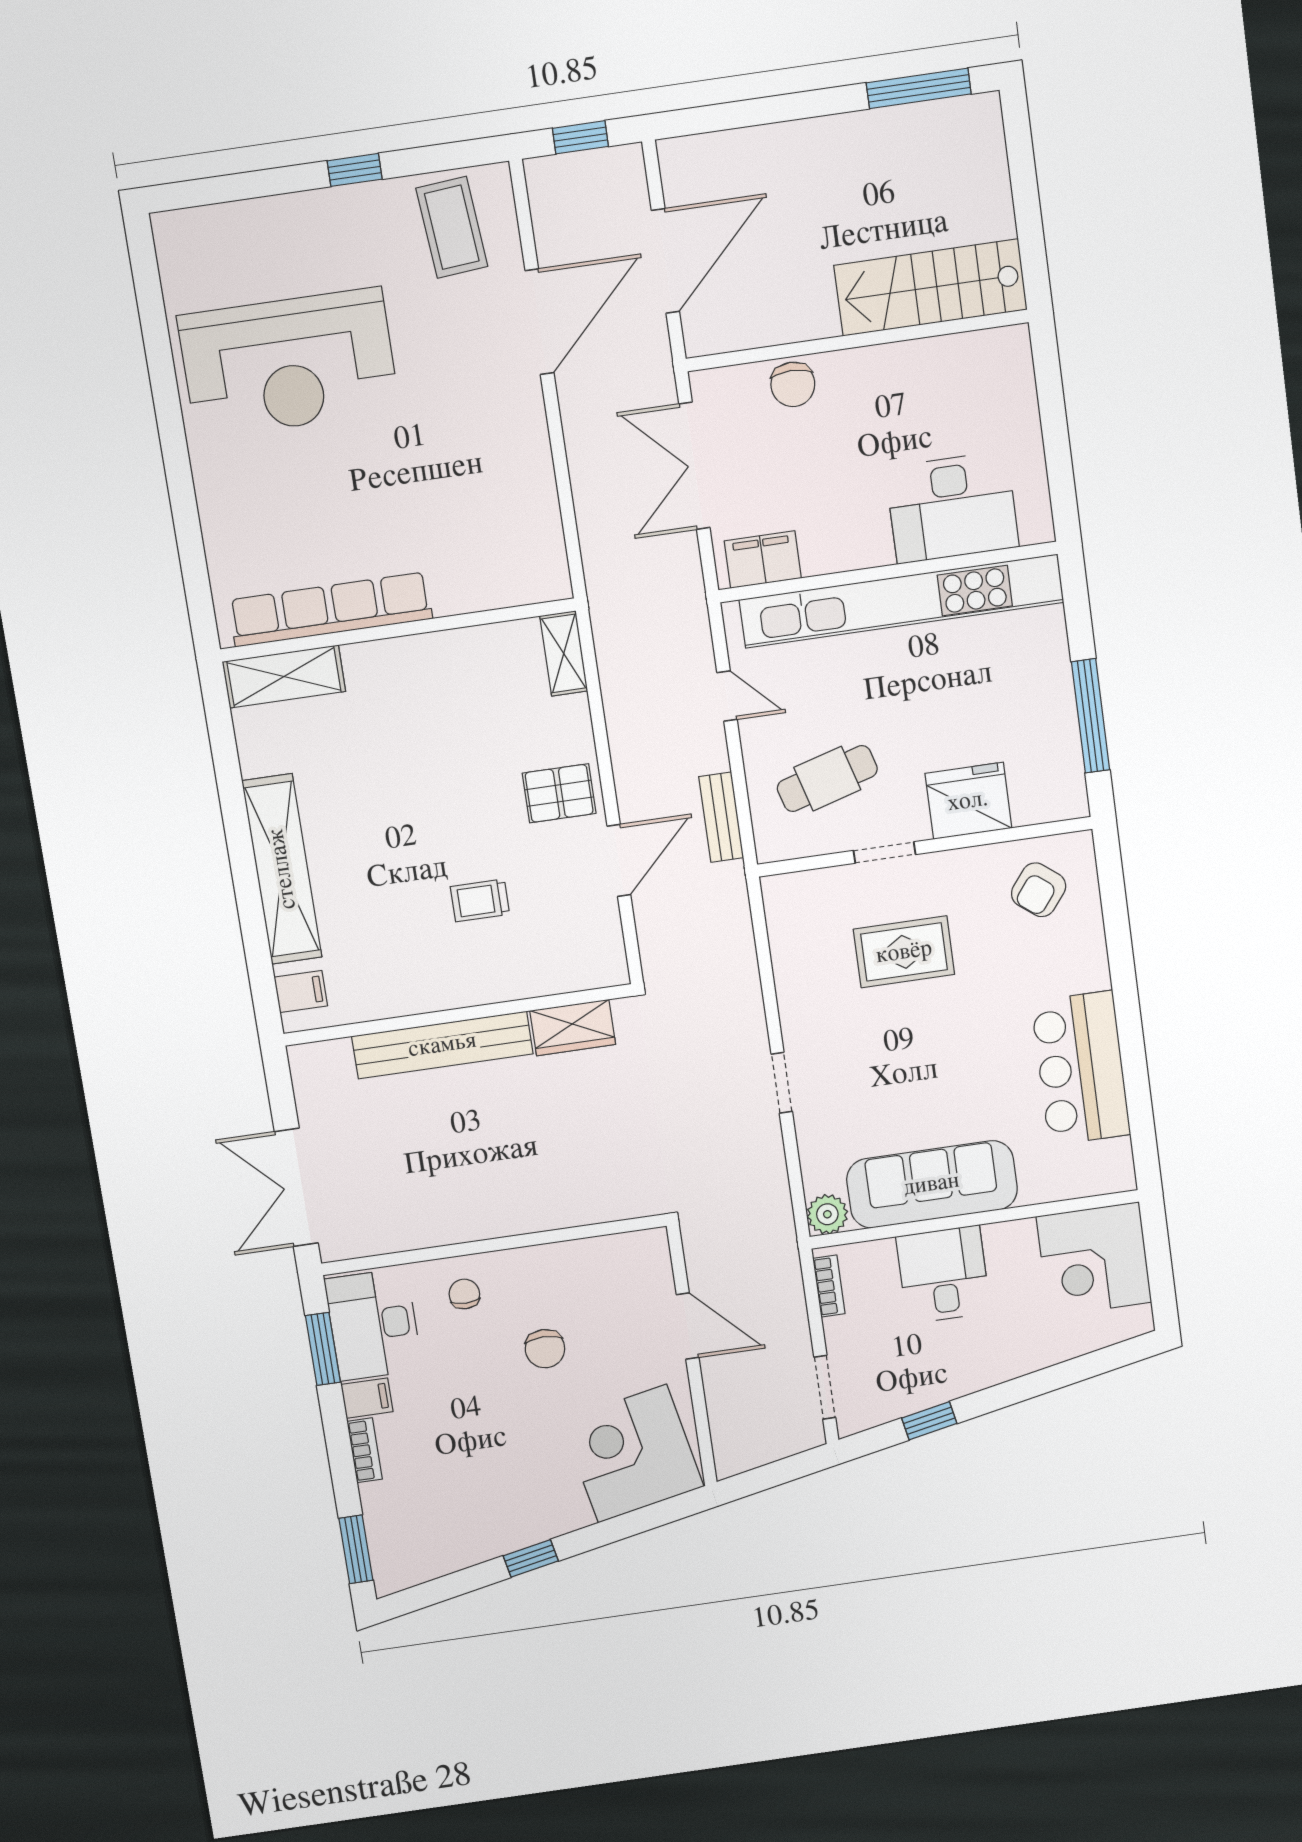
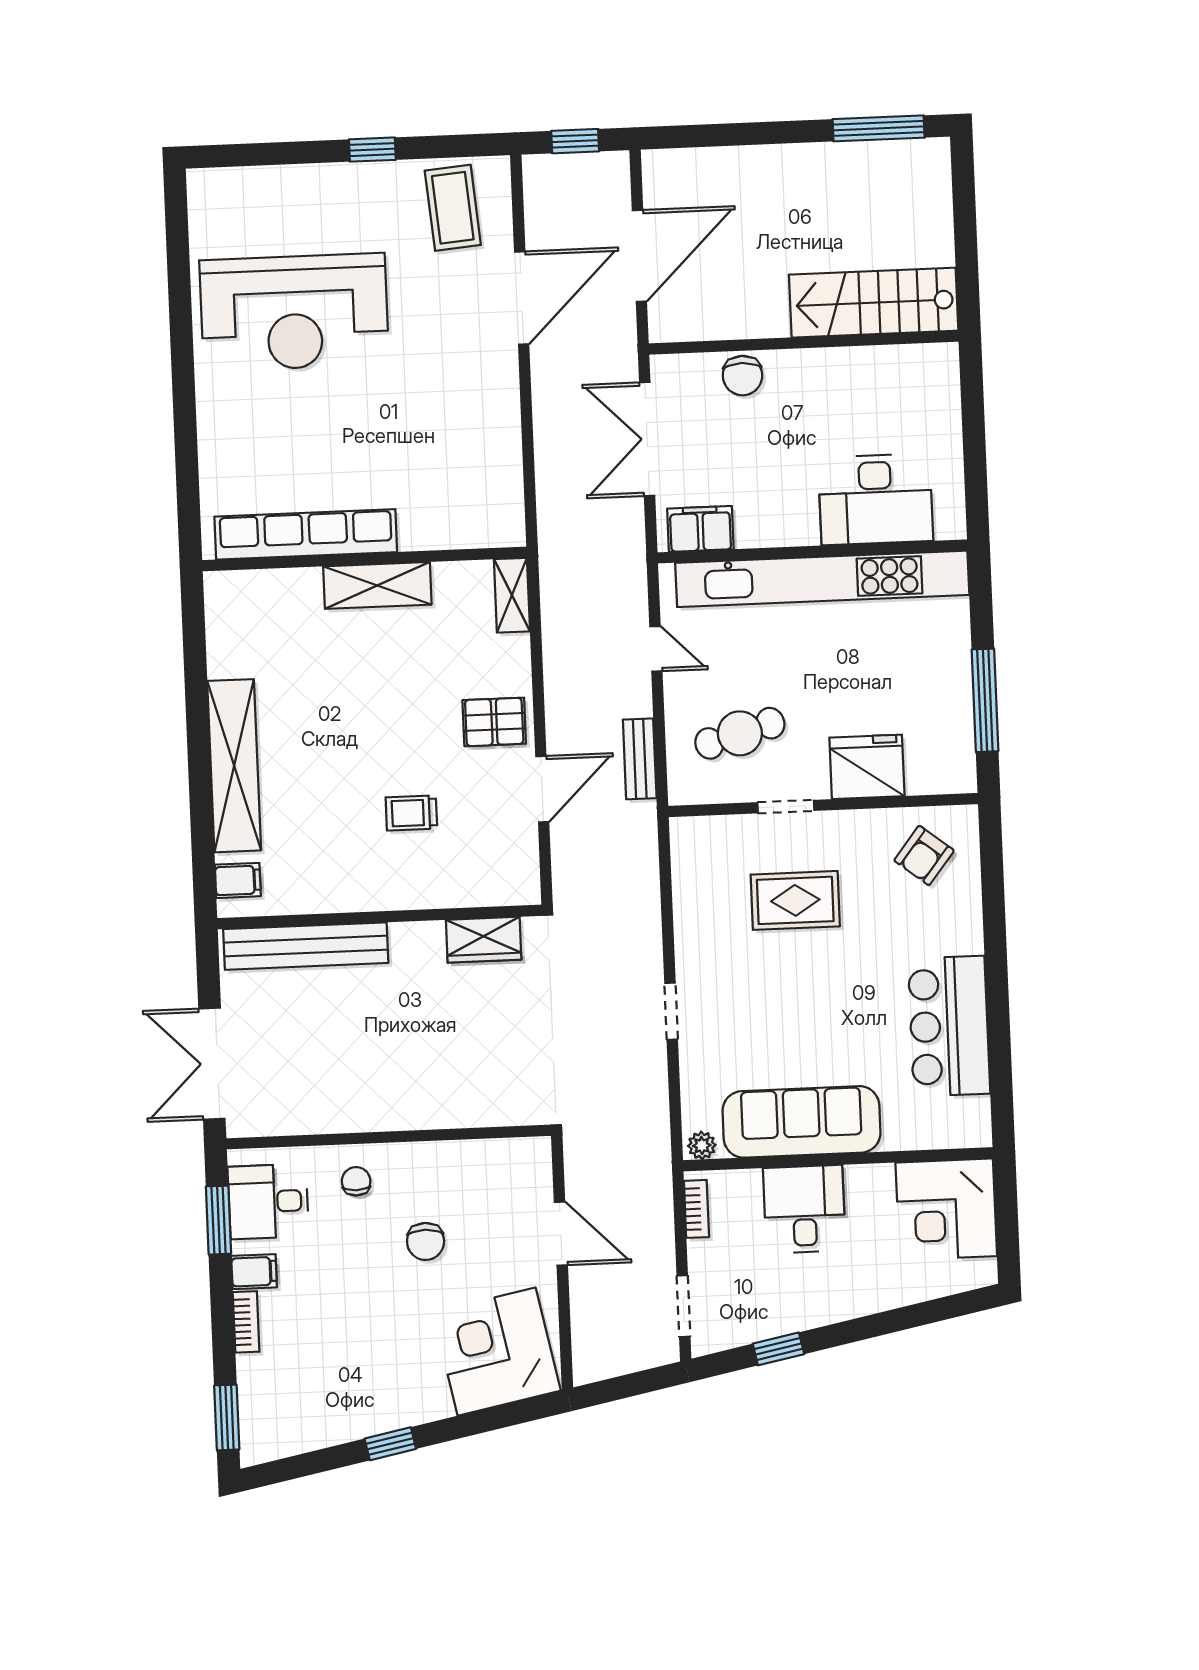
shelving: (284, 677) -> (377, 585), moved
bench: (442, 1045) -> (306, 946), moved
plant: (827, 1214) -> (702, 1145), width x0.73, depth x0.73
desk: (373, 1324) -> (268, 1202), width x0.73

